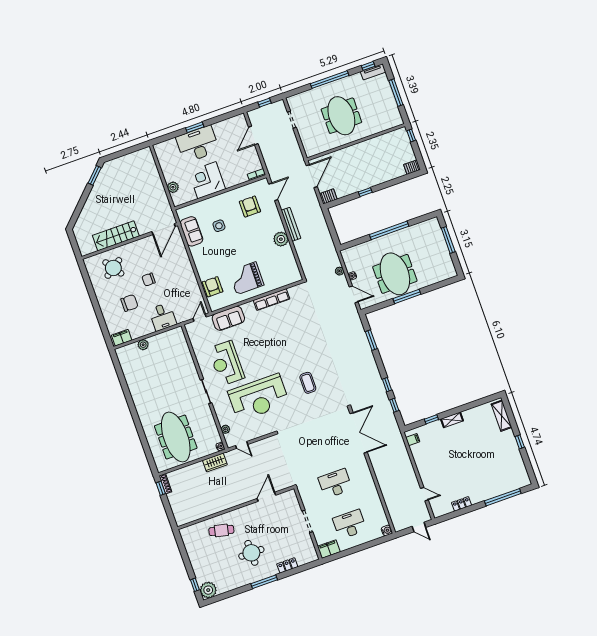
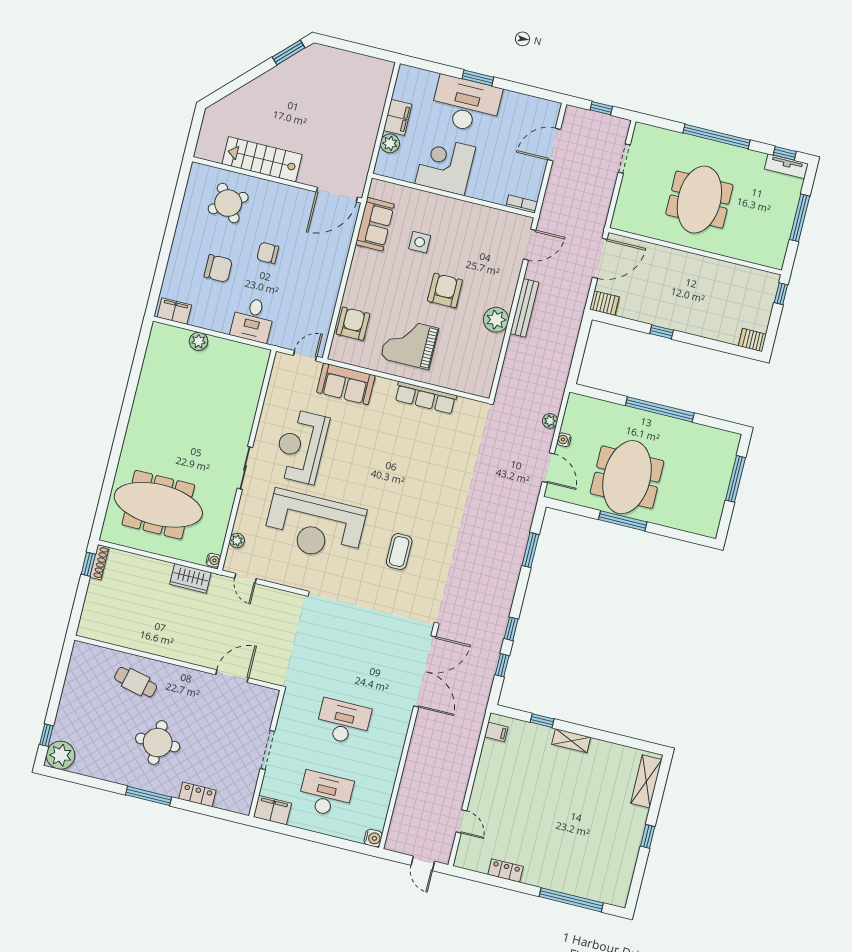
filing cabinet: (168, 172) -> (398, 117), added
armchair: (250, 207) -> (445, 290), moved
meeting table: (176, 437) -> (158, 505), turned 90

